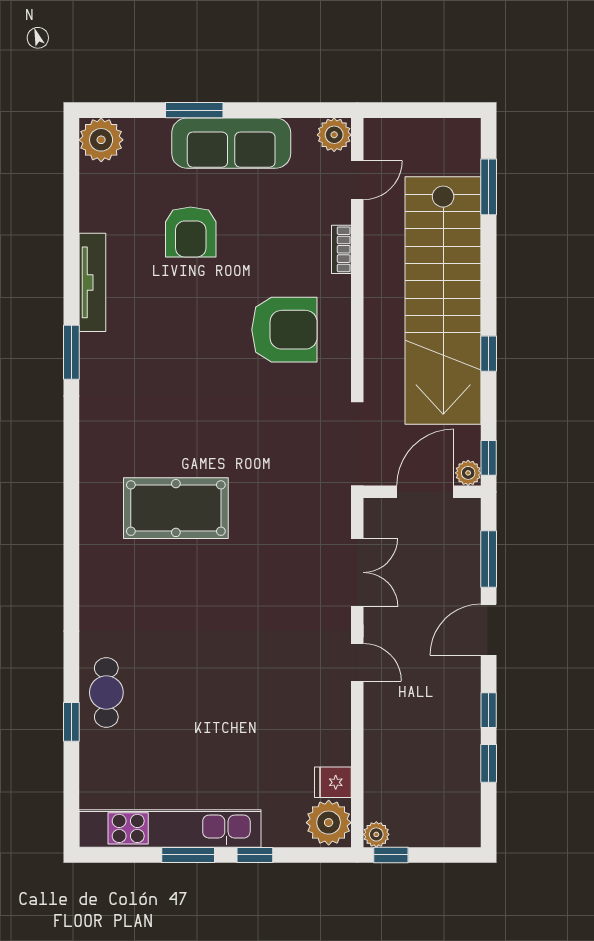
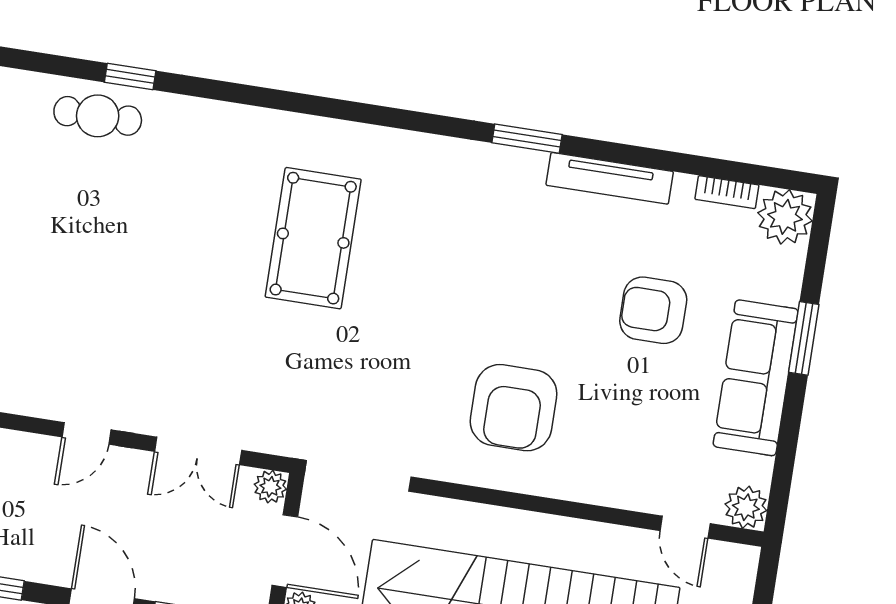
bookcase: (341, 249) -> (727, 192), moved, turned 180
plant: (377, 511) -> (270, 487), added
window: (71, 722) -> (130, 76), moved

